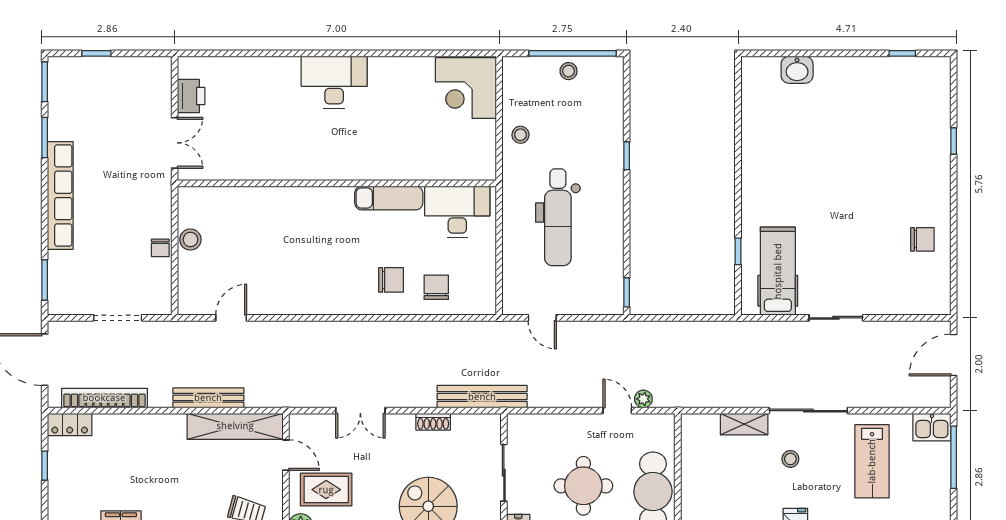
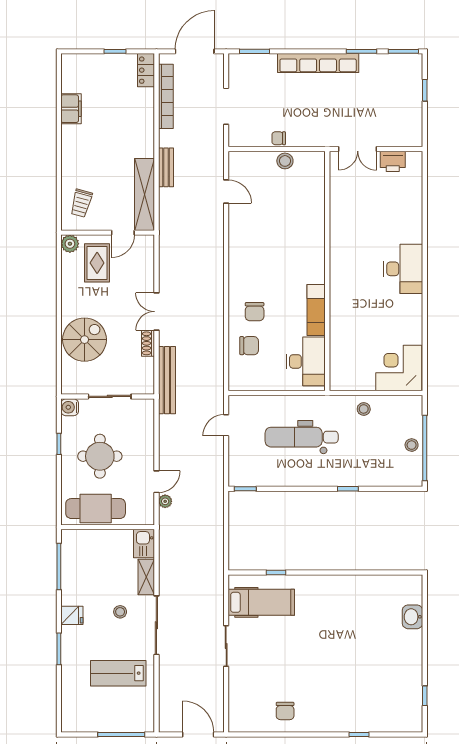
bench: (208, 398) -> (166, 167), width x0.73
double door: (360, 411) -> (156, 312), moved
kitchen sink: (932, 427) -> (144, 543), moved

